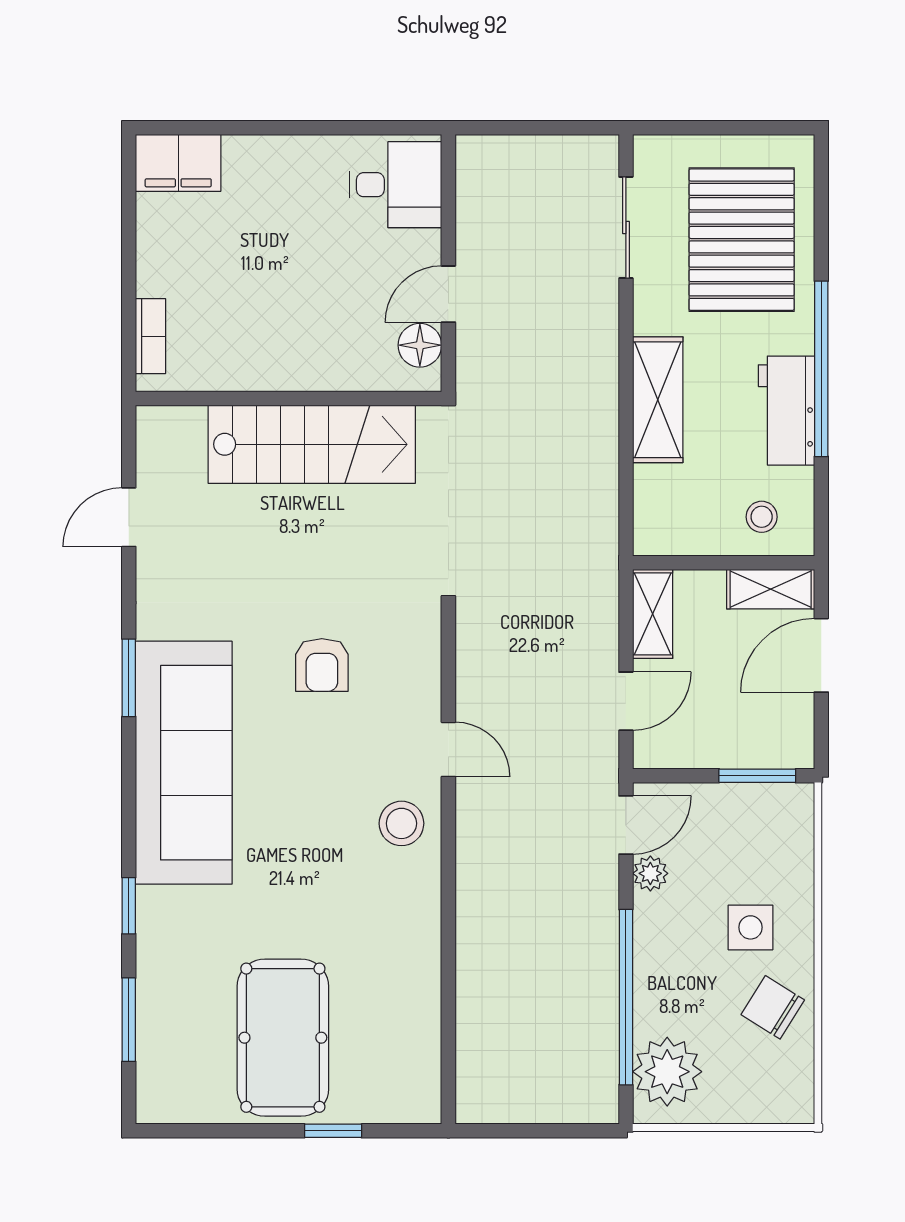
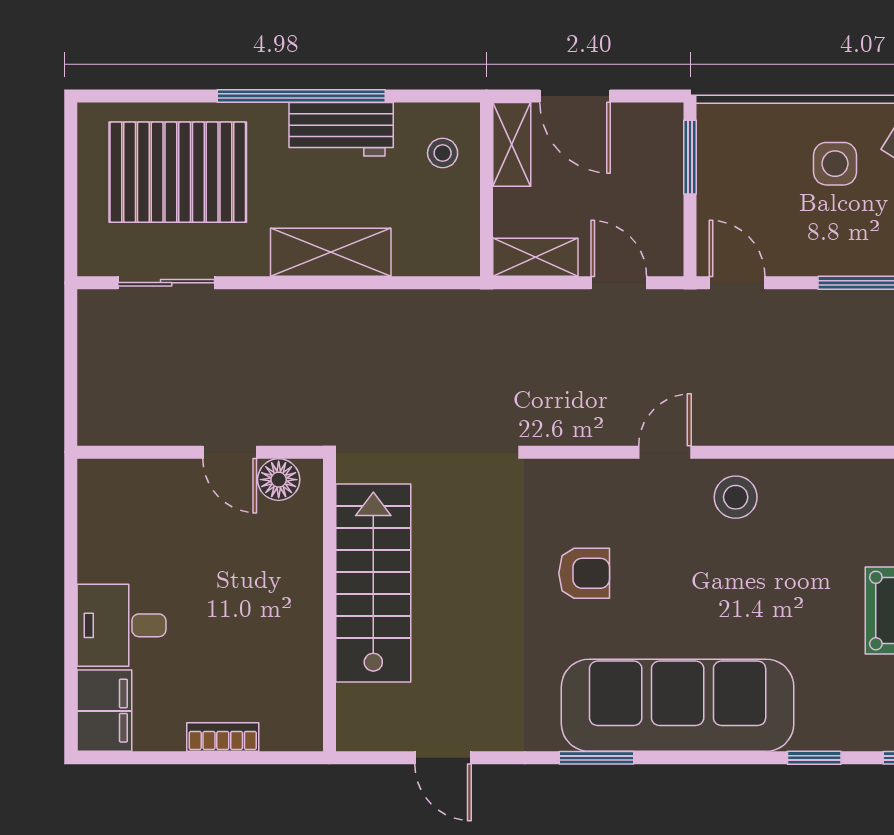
desk: (395, 185) -> (121, 625), moved, turned -90
bookcase: (151, 336) -> (223, 737), moved
plant: (650, 873) -> (783, 259), removed

